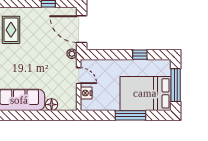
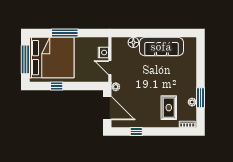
bed: (145, 93) -> (52, 58), width x1.36

